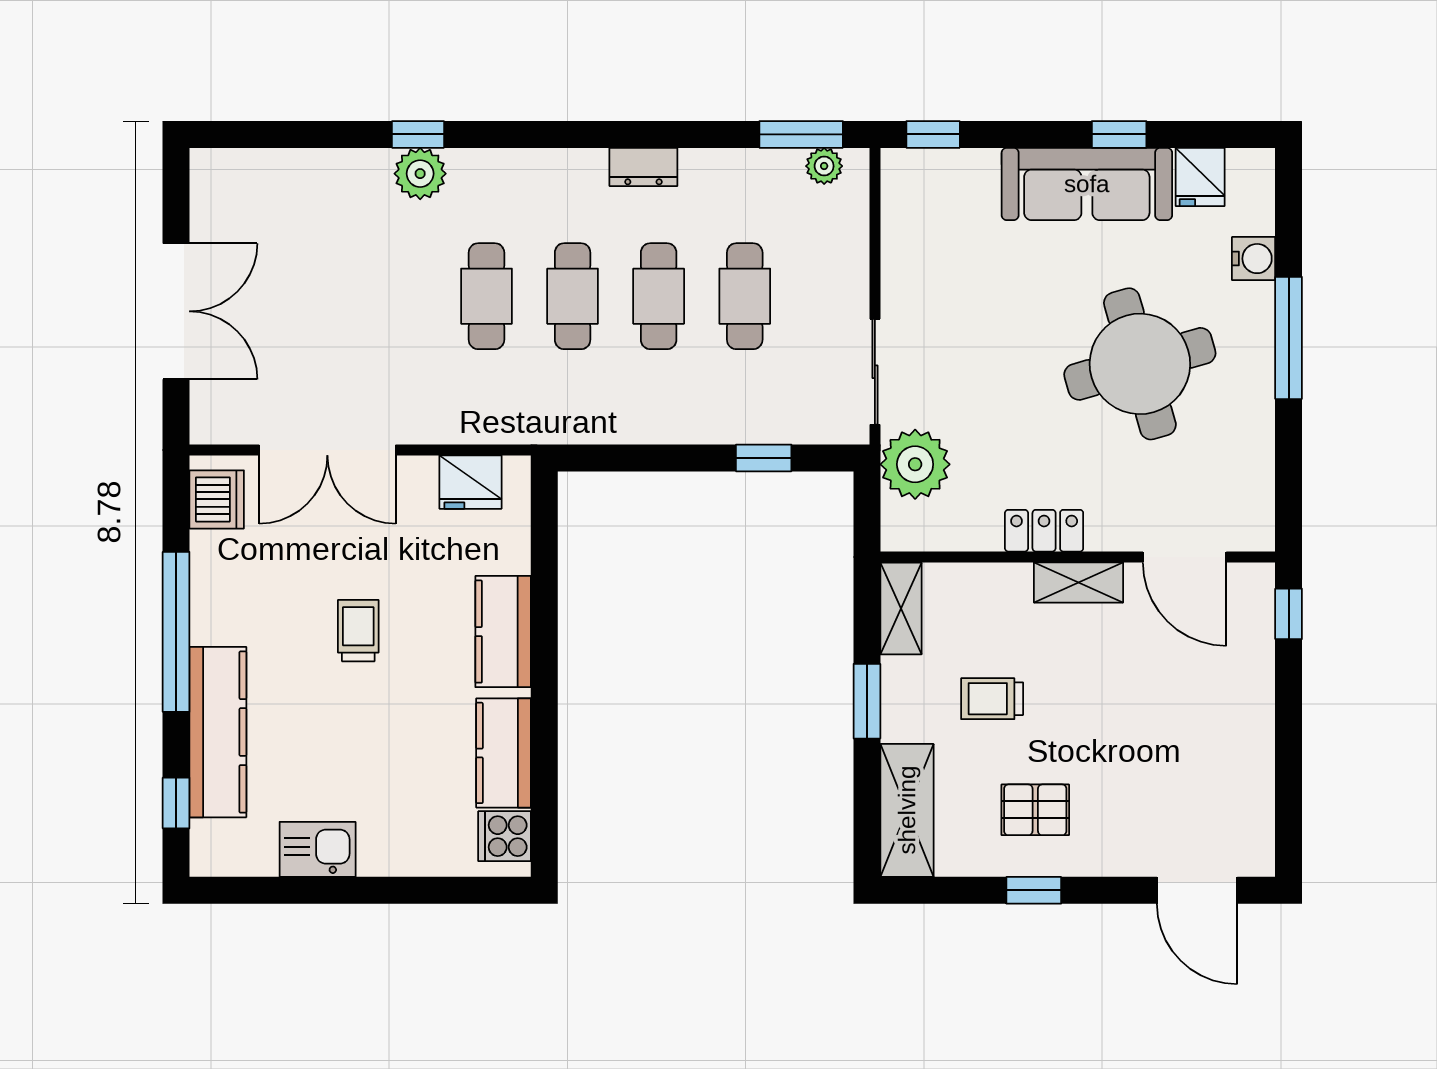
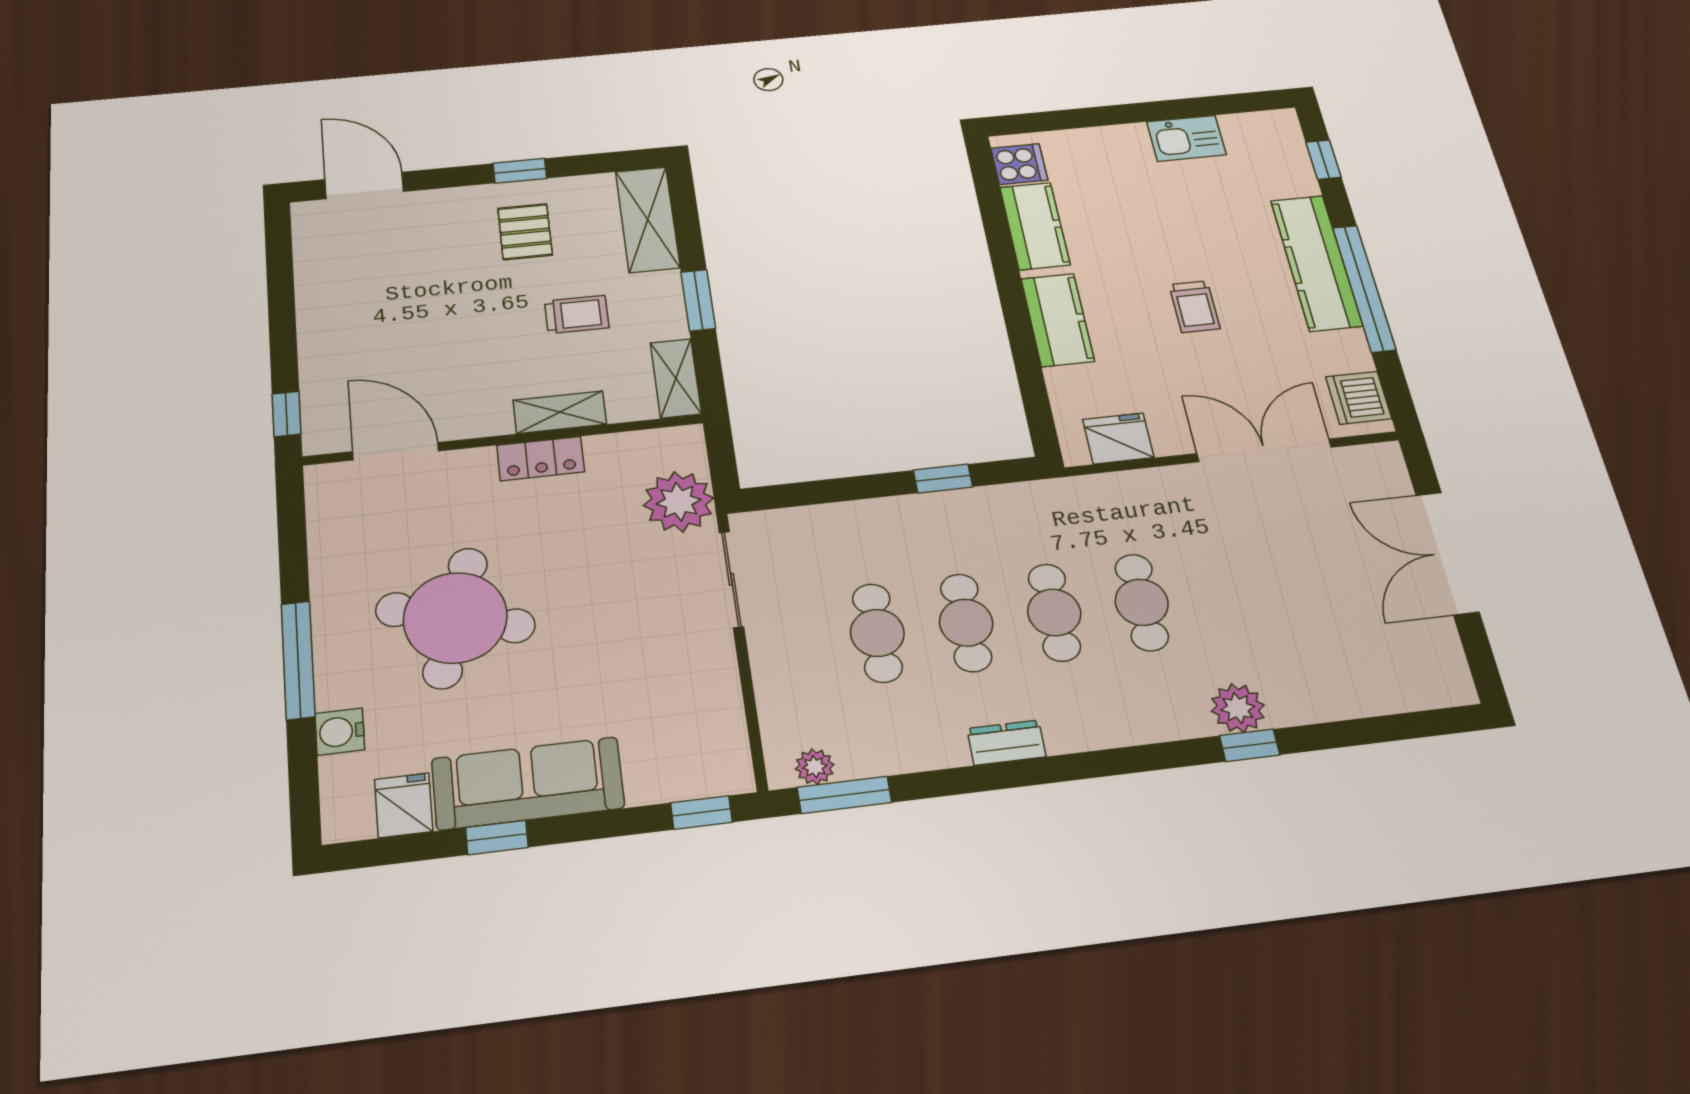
round table: (1140, 364) -> (455, 618), turned 32
window: (764, 458) -> (943, 478), moved
shelving: (1079, 582) -> (560, 412), moved
kitchen counter: (218, 732) -> (1316, 263), moved
pallet: (1035, 810) -> (525, 232), turned 90

